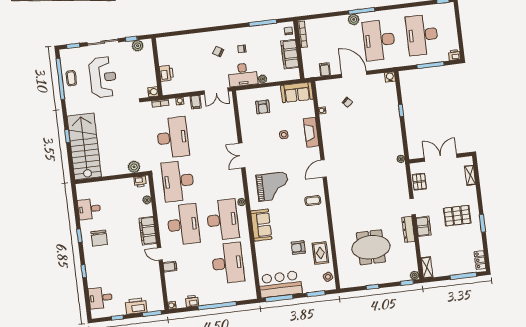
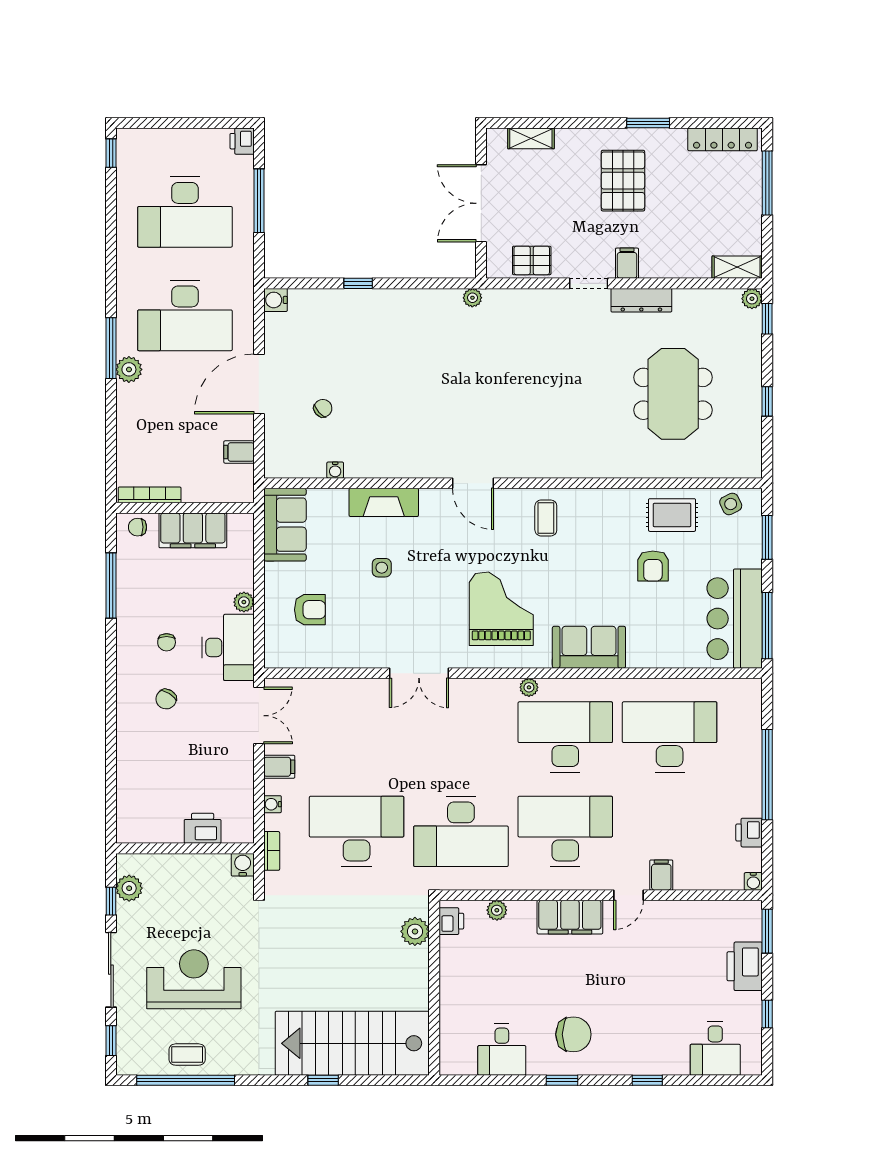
filing cabinet: (424, 226) -> (627, 263), width x0.50
locker: (480, 260) -> (723, 139), width x1.53

